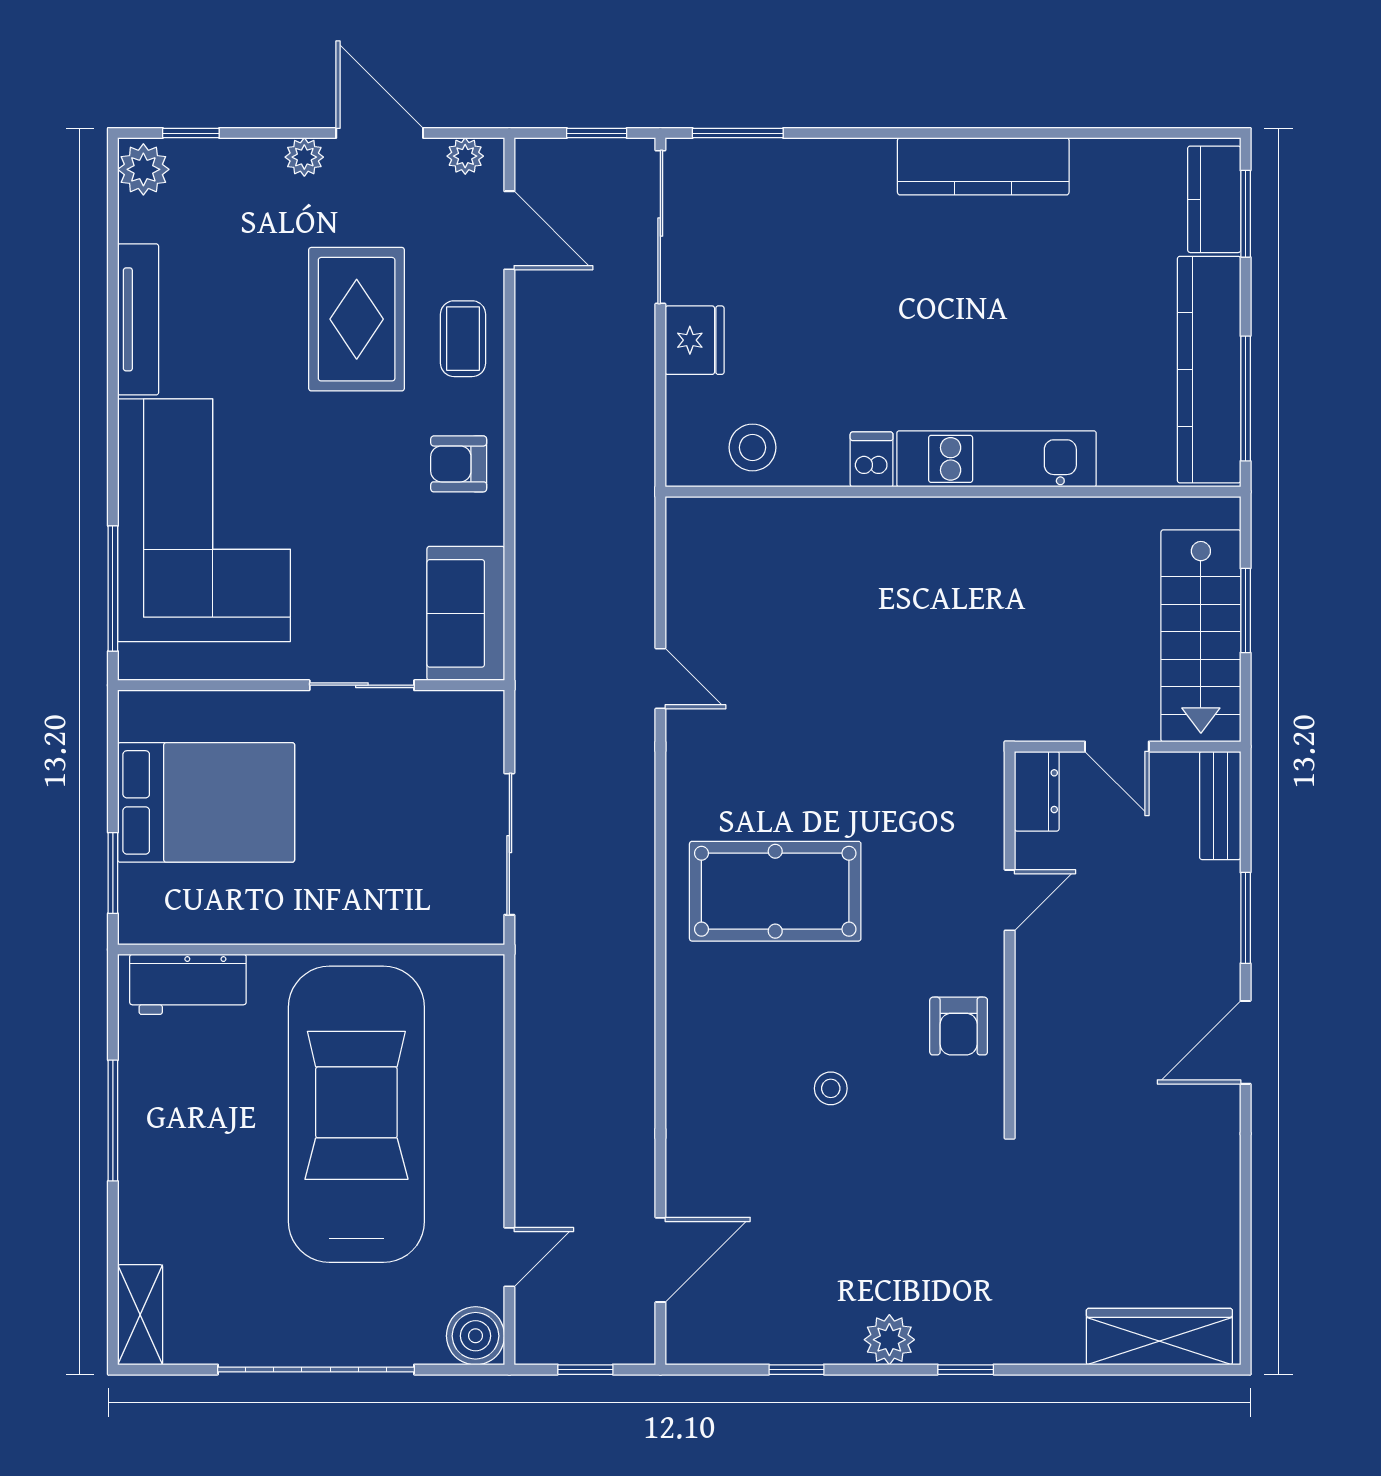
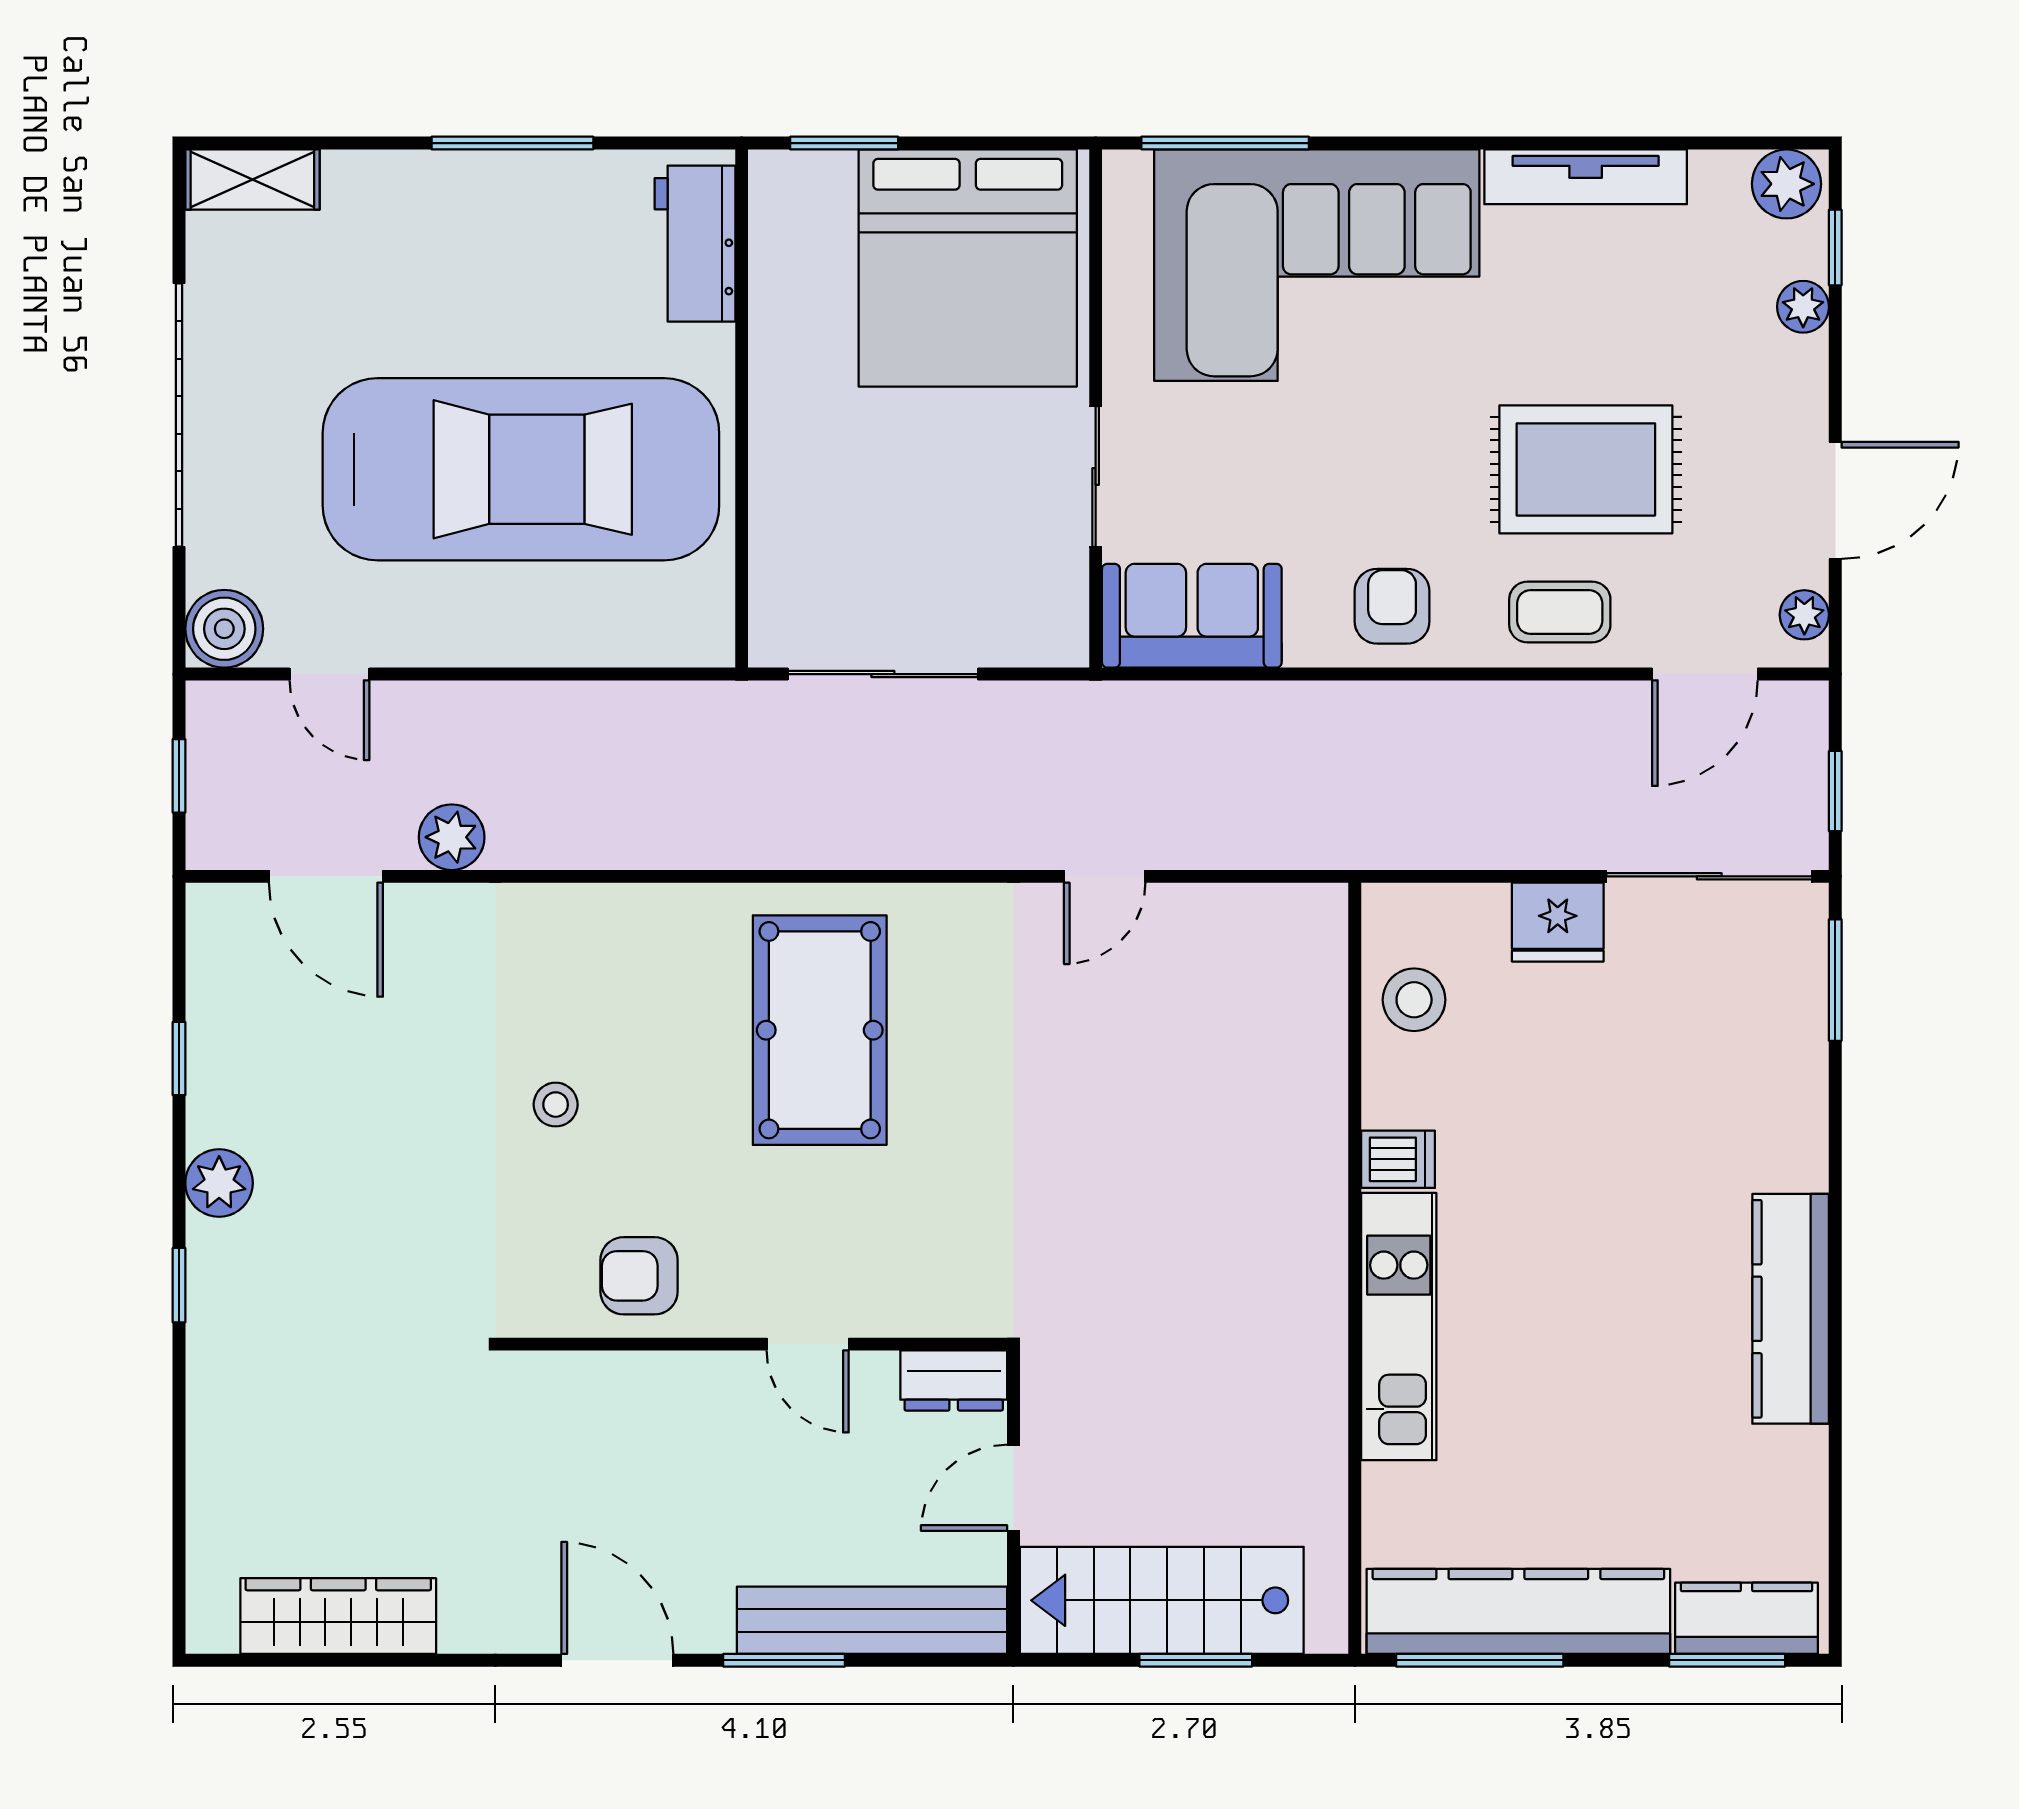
plant: (304, 157) -> (1803, 307), moved
bed: (206, 802) -> (968, 268), width x1.36
bench: (1220, 805) -> (872, 1620), width x1.86, depth x1.21
plant: (631, 1166) -> (452, 837), added
wardrobe: (1159, 1337) -> (338, 1616), moved, turned -90

